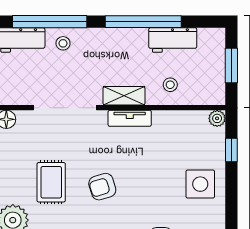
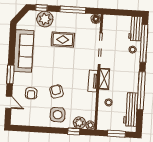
workbench: (173, 40) -> (131, 110), width x1.38
plant: (214, 140) -> (79, 123), added
armchair: (102, 187) -> (56, 92), moved

